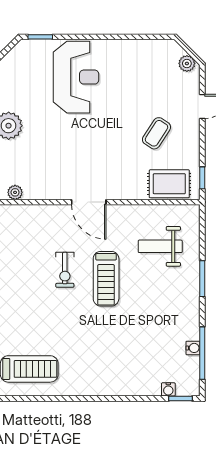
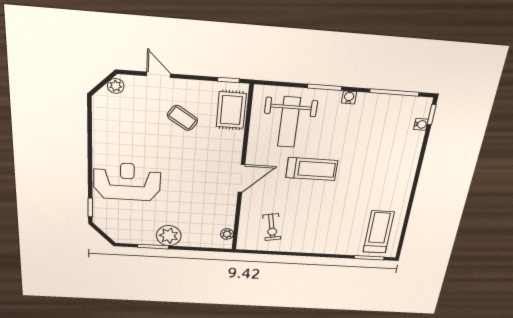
weight bench: (160, 246) -> (289, 122), width x1.36, depth x1.33
exercise bike: (65, 270) -> (272, 227), moved, turned 79
water cooler: (193, 348) -> (349, 97), moved

